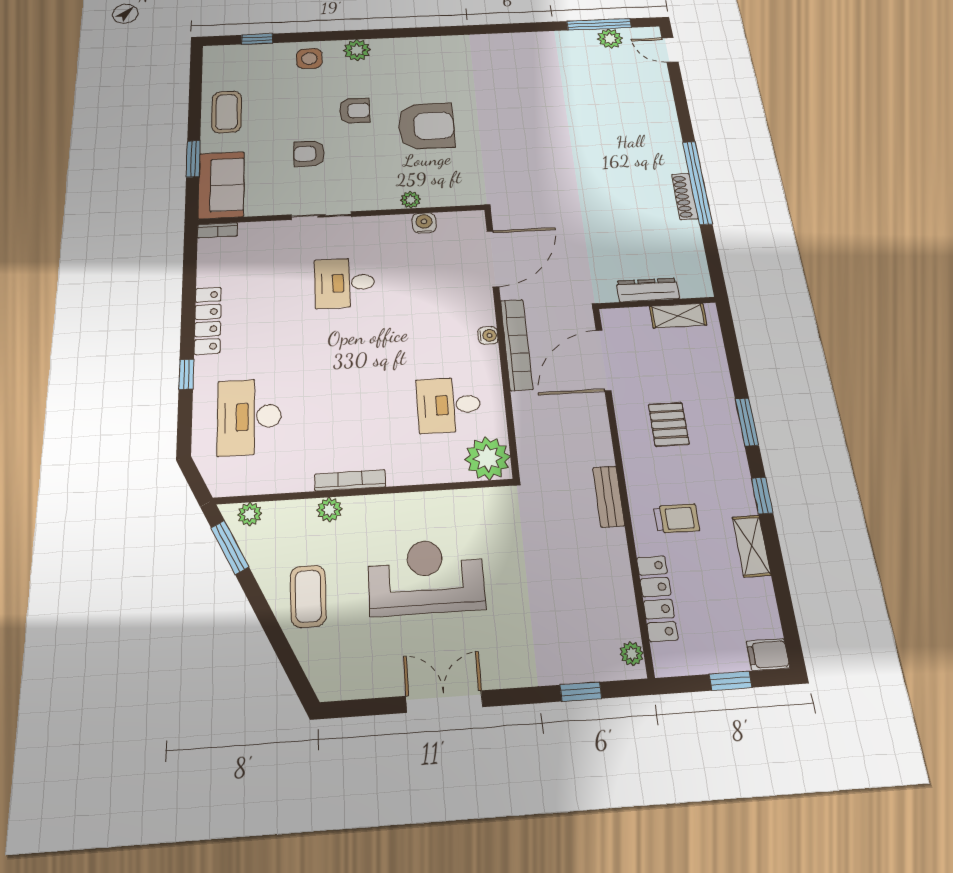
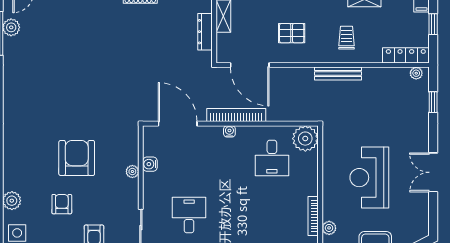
desk: (345, 283) -> (189, 215), turned 180
bench: (609, 496) -> (338, 73), width x1.36
locker: (657, 598) -> (406, 55), moved

